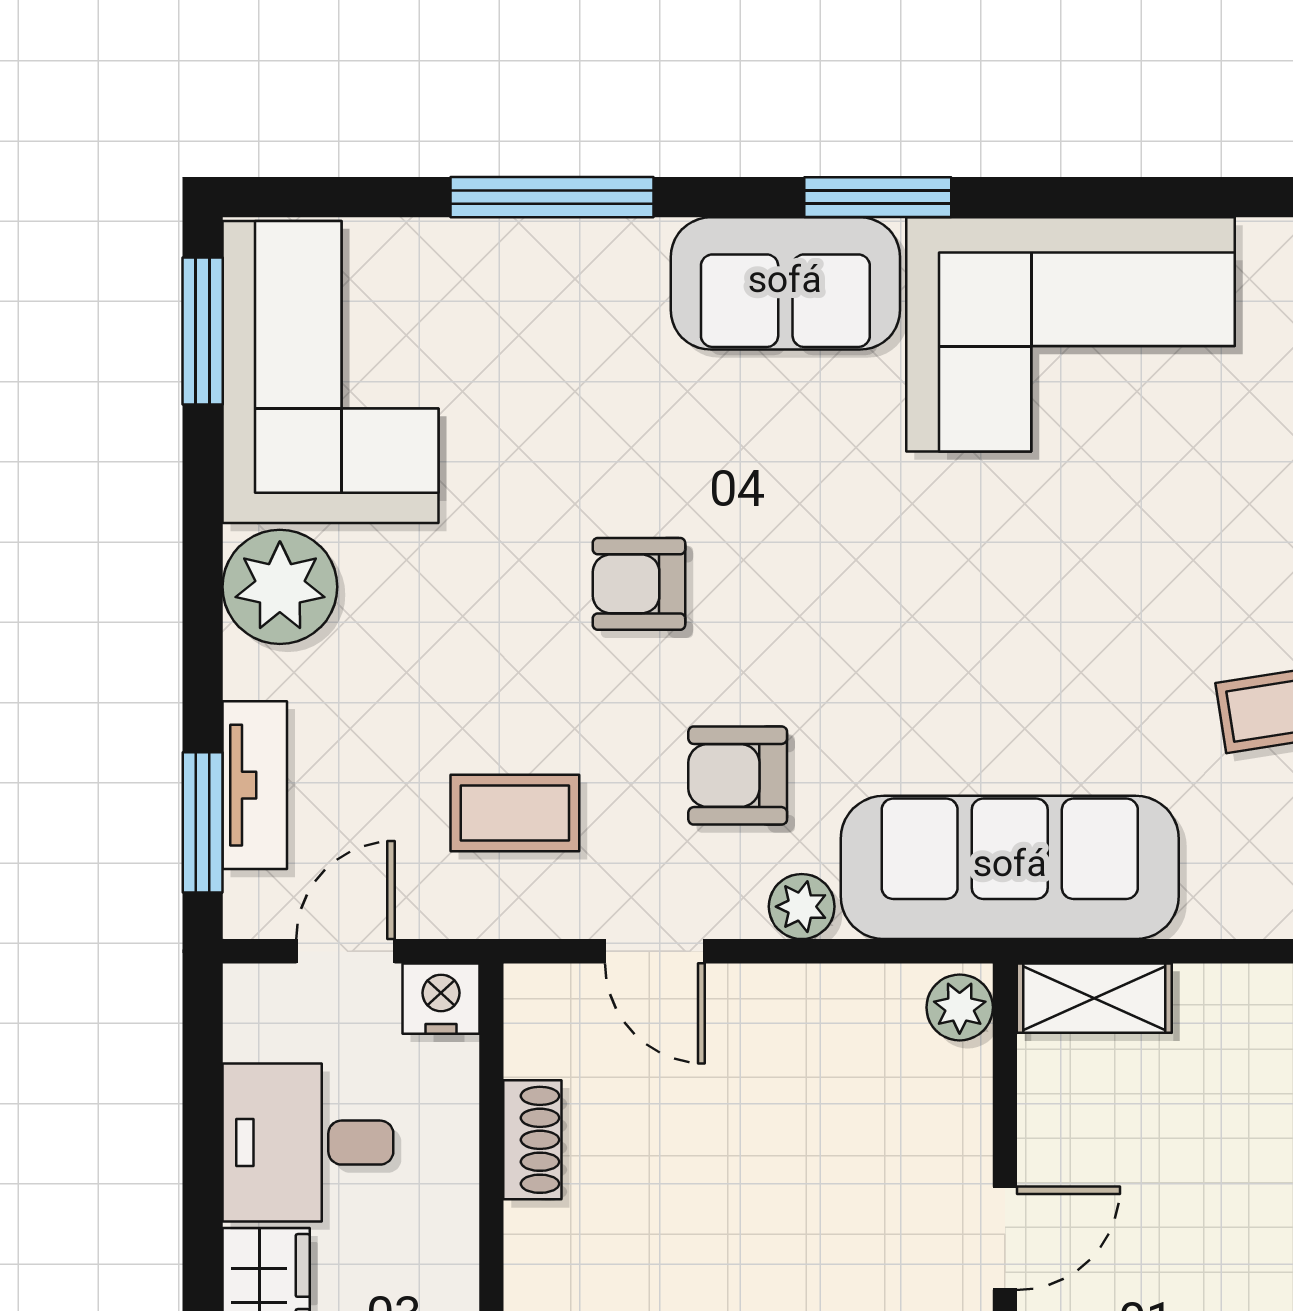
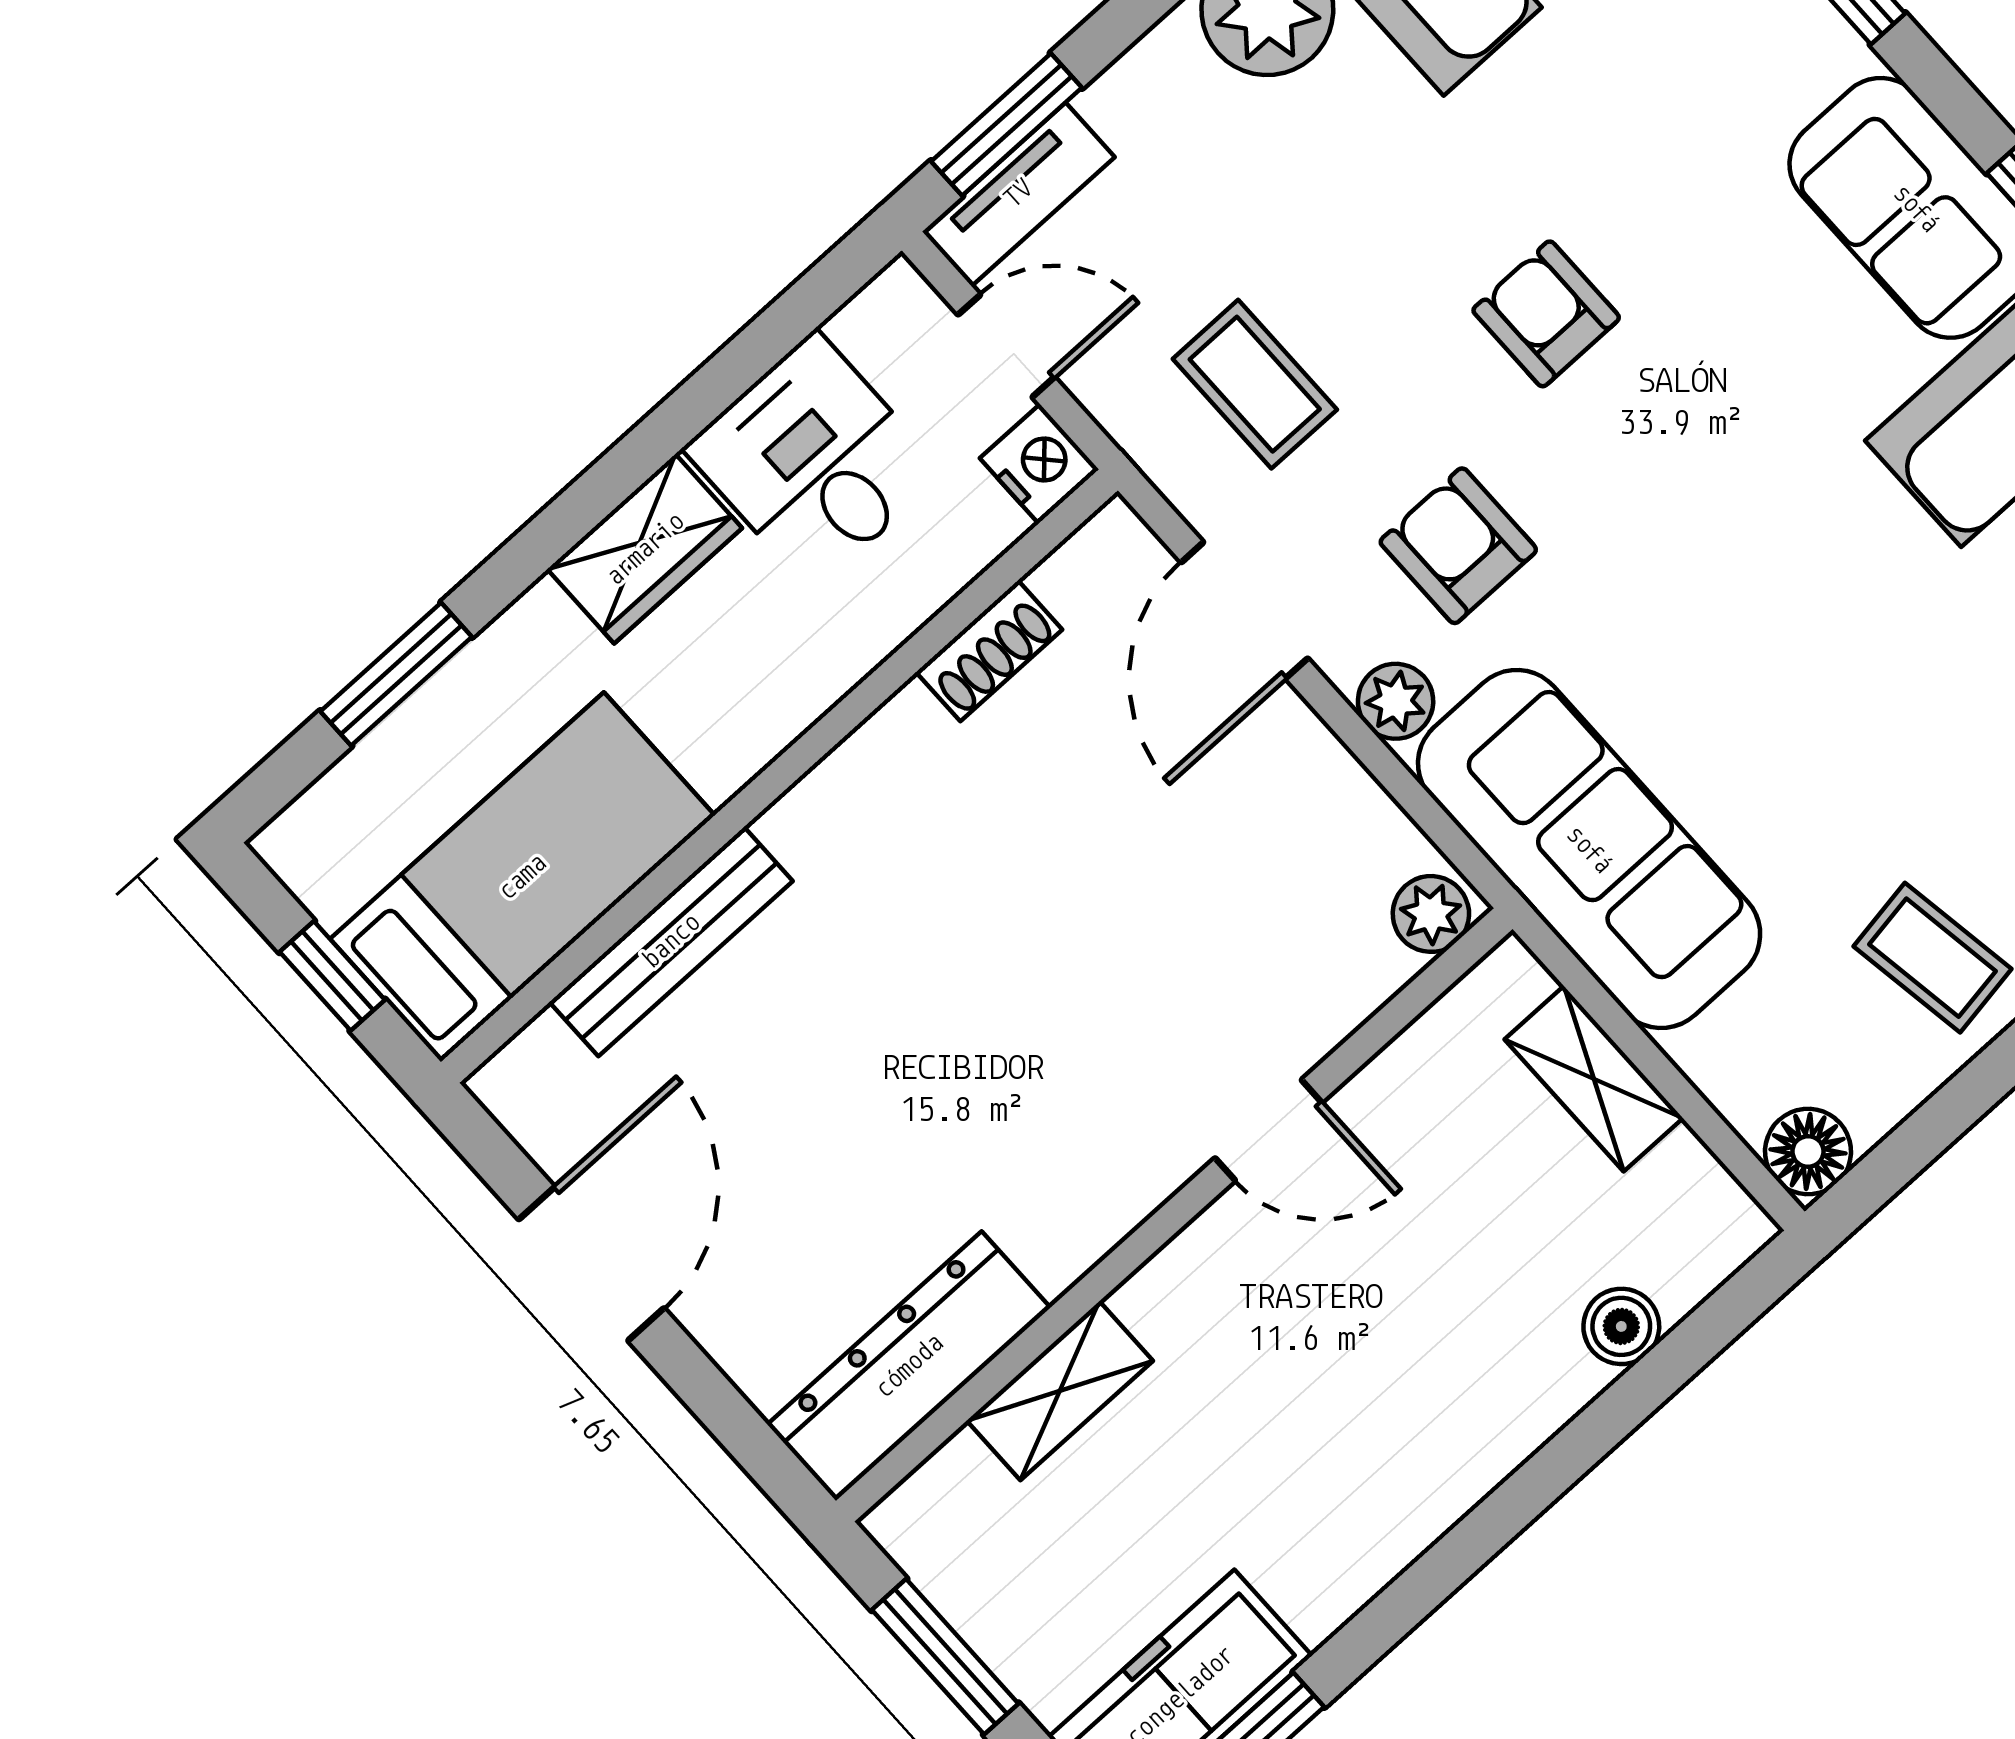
tv unit: (255, 785) -> (1018, 194), moved
door: (655, 951) -> (1244, 610), width x1.38
shelving: (1094, 998) -> (1594, 1079), moved

